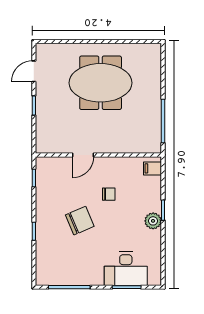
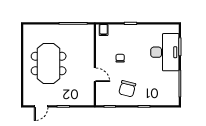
door: (34, 71) -> (41, 106), hinge flipped
chair: (80, 221) -> (127, 89), moved, turned -143
plant: (153, 221) -> (137, 30), removed
desk: (126, 269) -> (165, 52), width x1.36, depth x1.30

